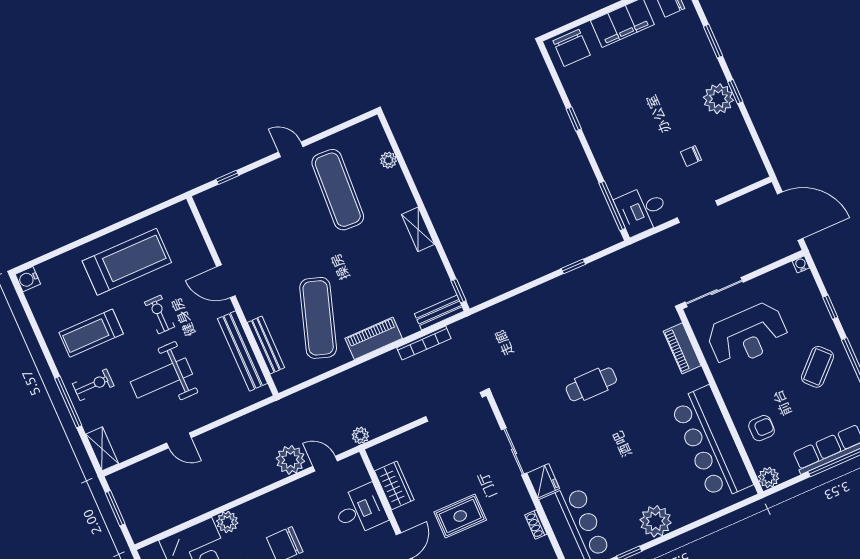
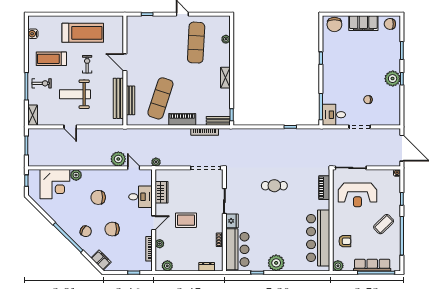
water cooler: (28, 279) -> (33, 34), moved

